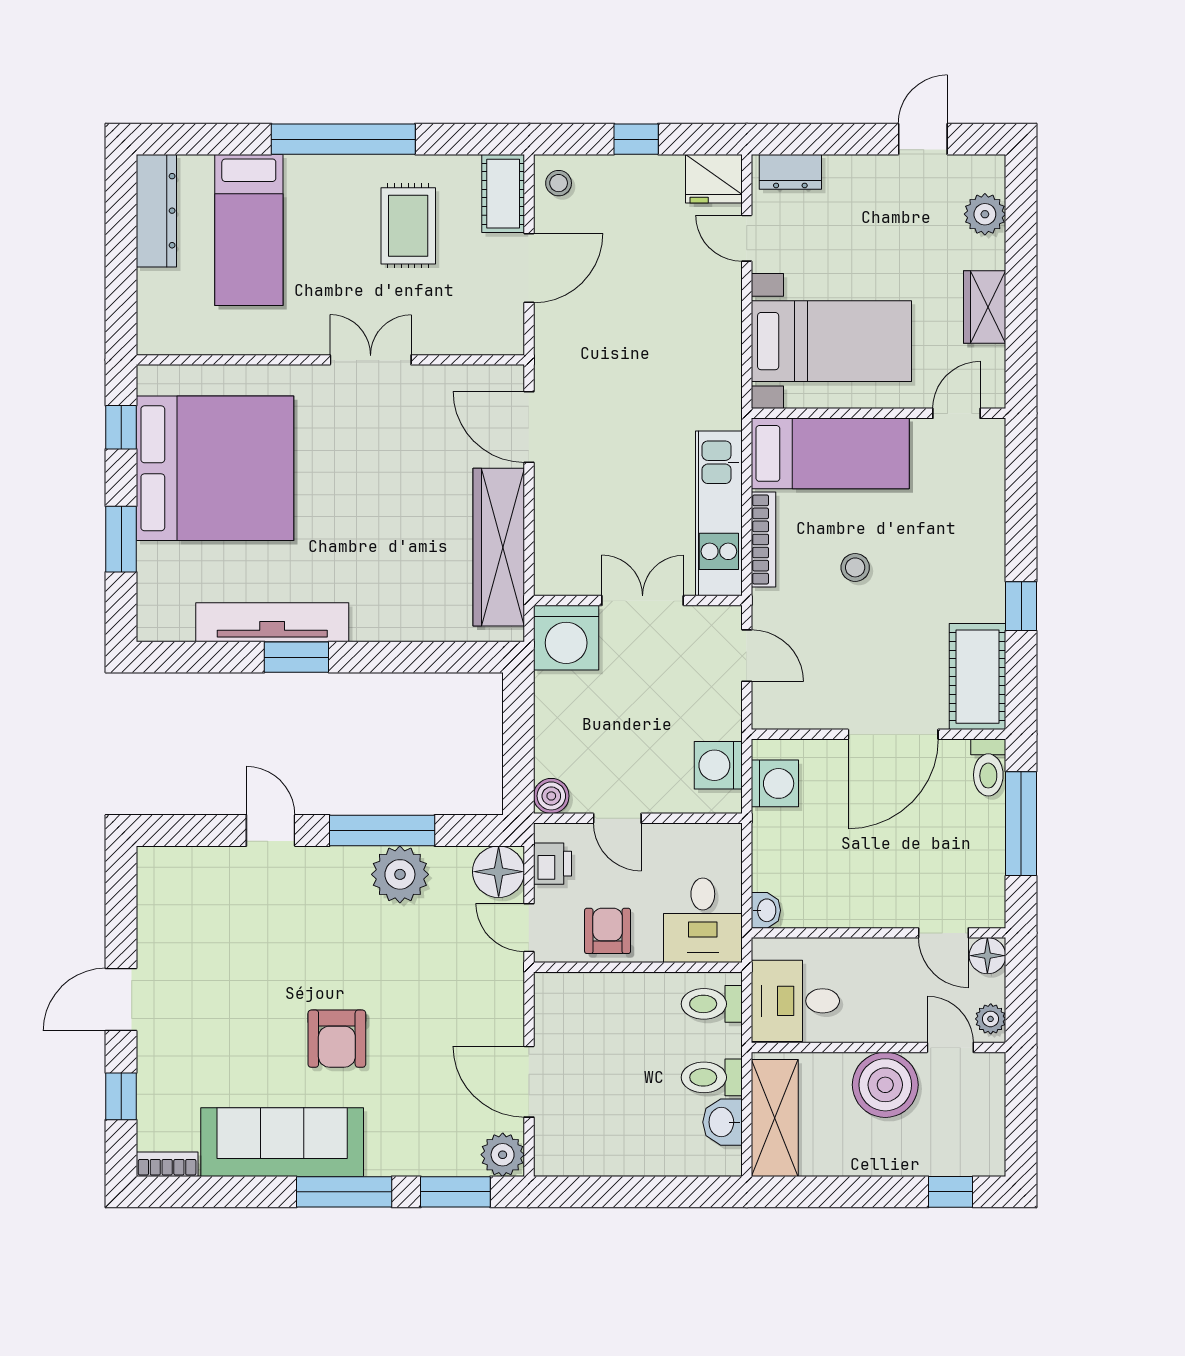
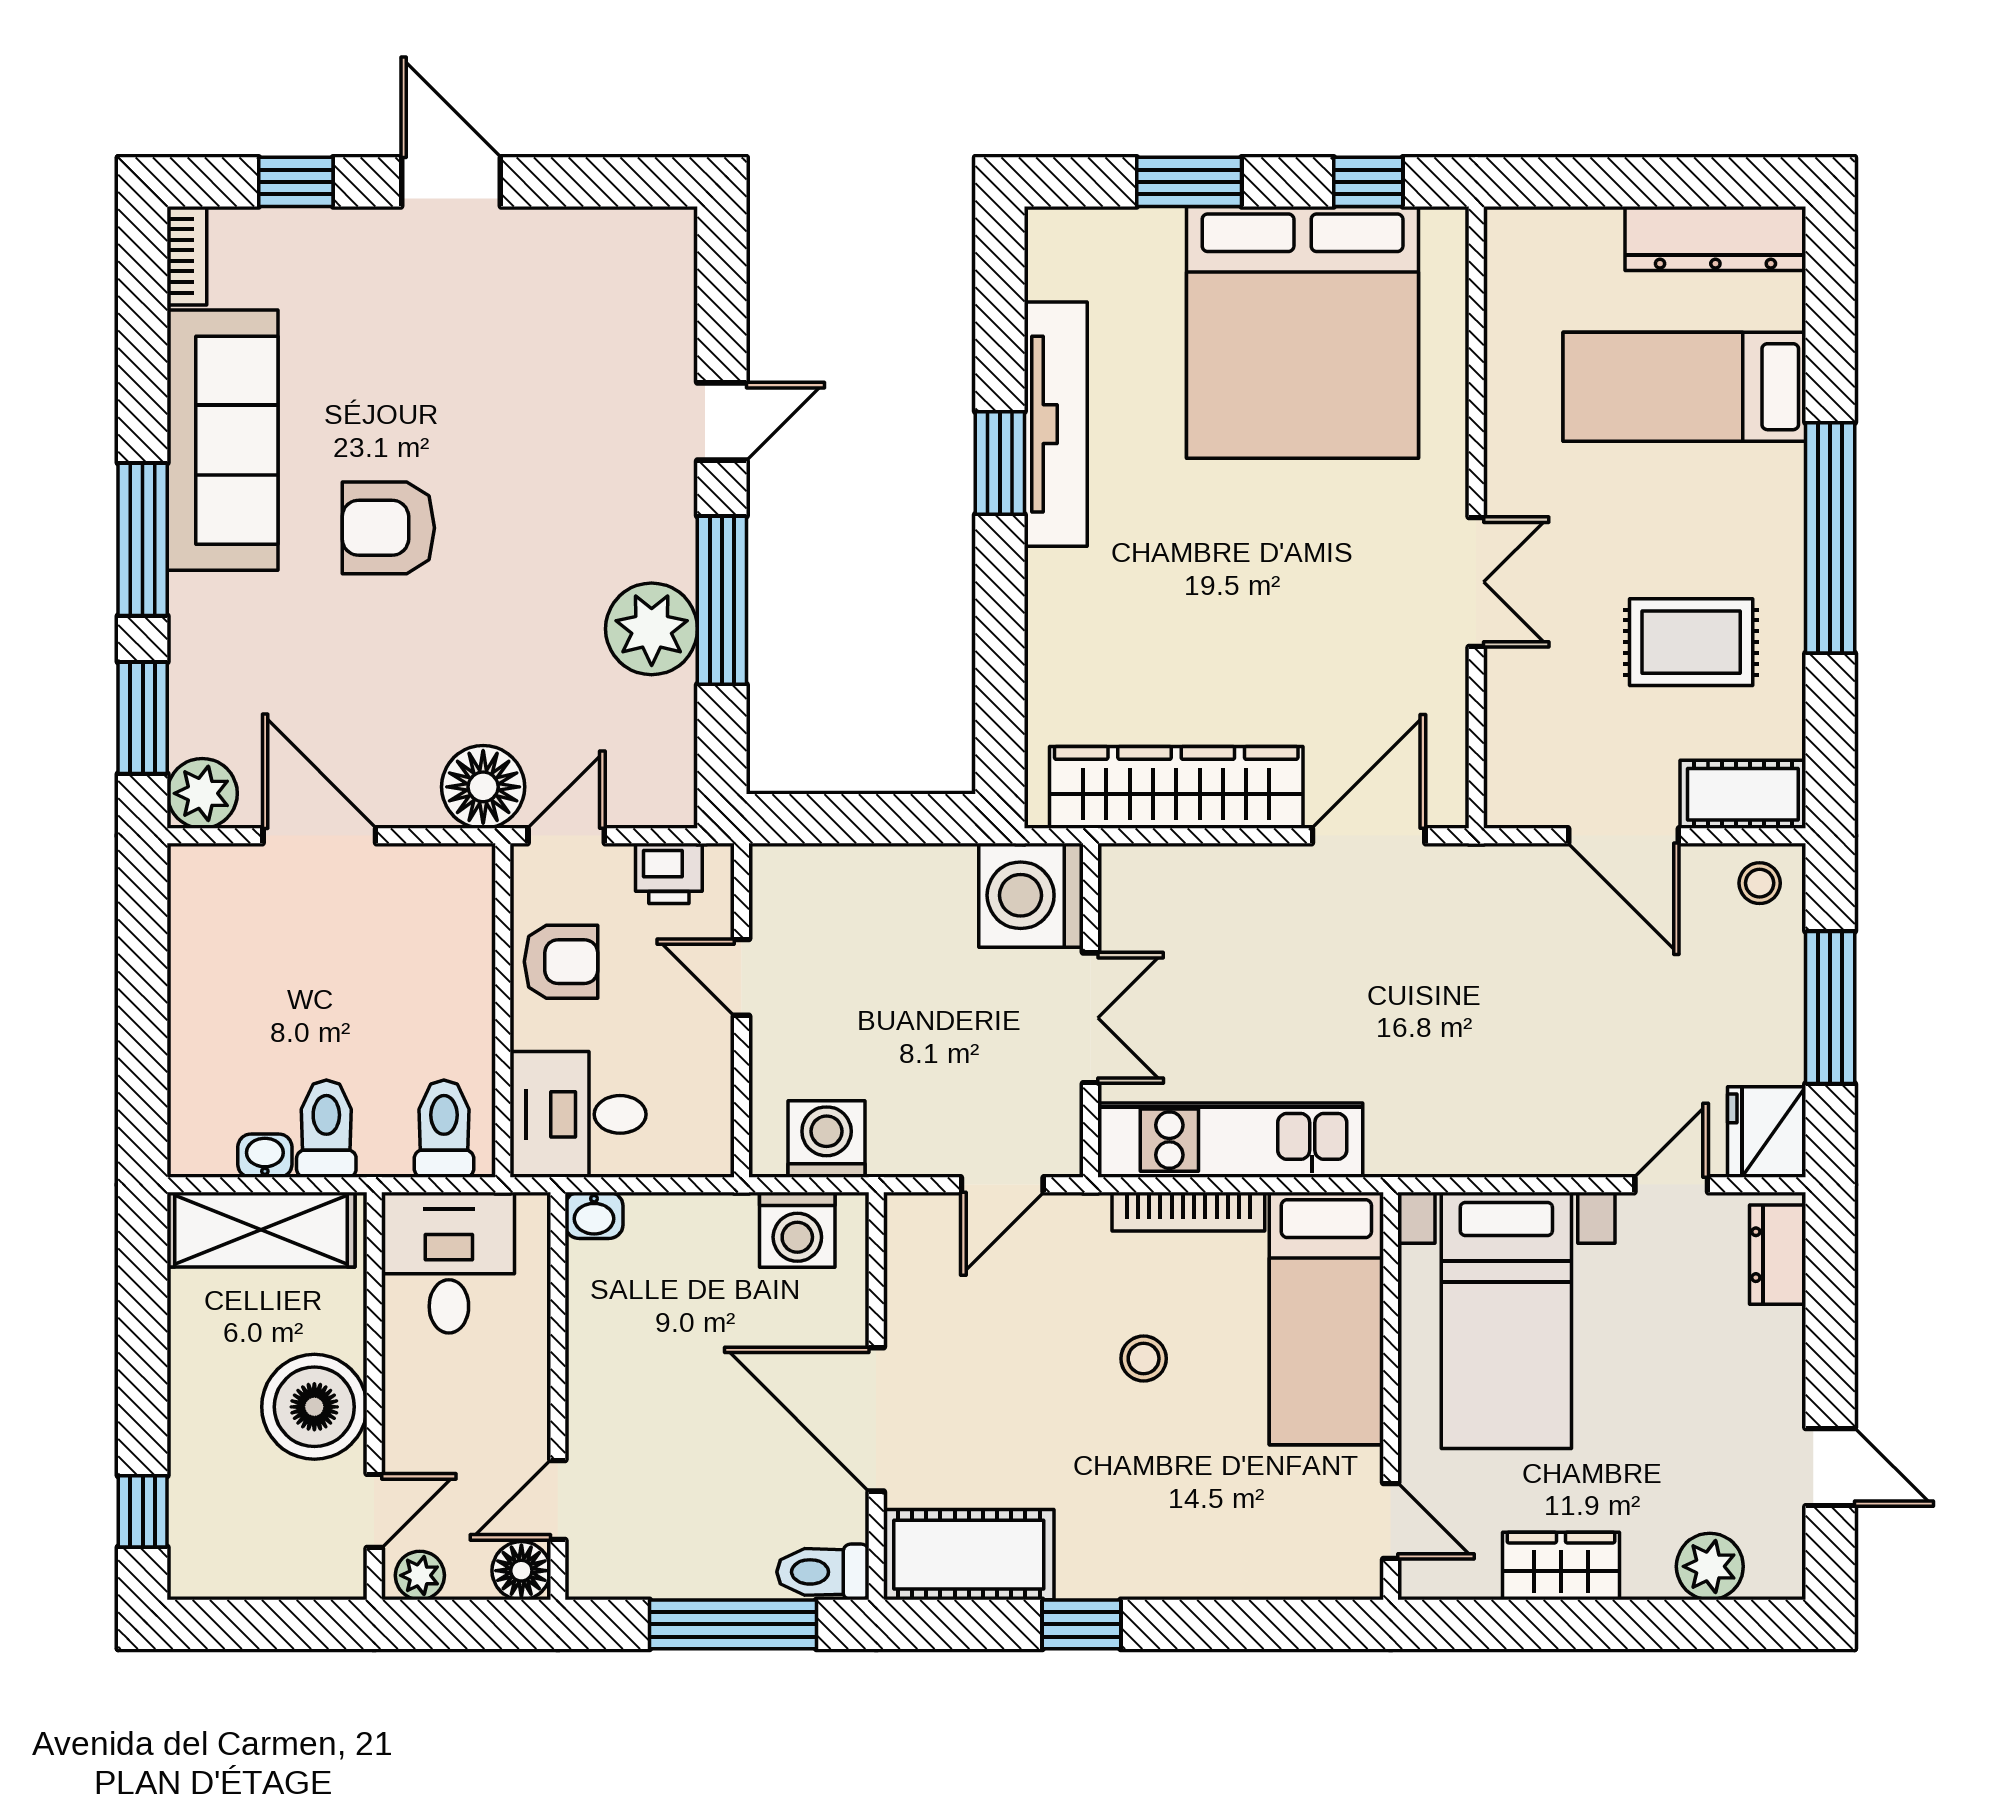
window: (636, 139) -> (1830, 1008), width x2.17
boiler: (551, 796) -> (777, 871), removed
door: (617, 818) -> (742, 977), hinge flipped
floor lamp: (499, 872) -> (483, 787), moved
door: (529, 1082) -> (319, 836), hinge flipped
washbasin: (723, 1122) -> (265, 1156), width x0.72, depth x0.69

